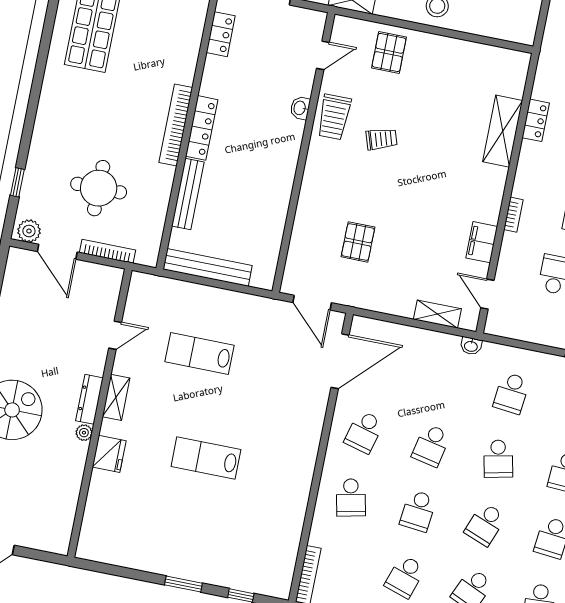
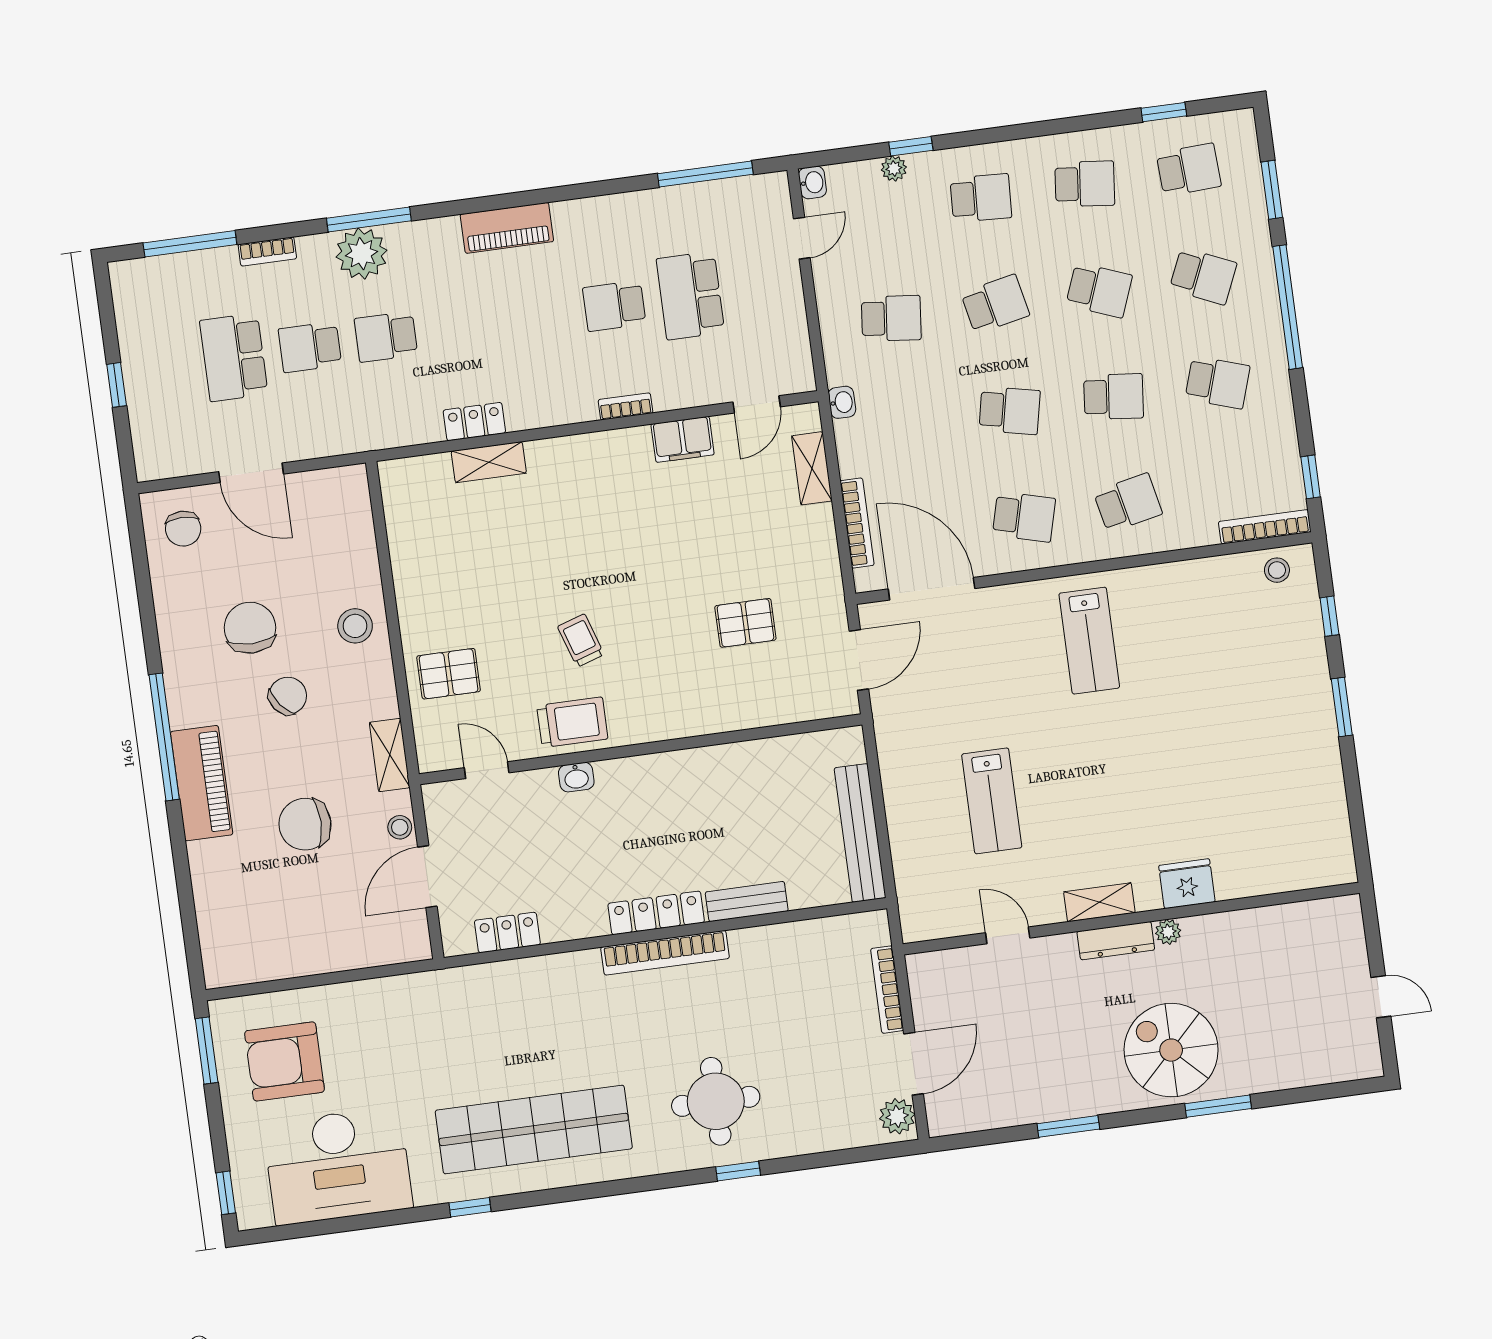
shelving: (503, 131) -> (489, 462), width x0.67, depth x0.75
window: (17, 182) -> (738, 1171), moved
round table: (99, 188) -> (716, 1101), moved
bench: (188, 194) -> (747, 902), width x0.73
bookcase: (395, 330) -> (857, 523), added
lab bench: (206, 458) -> (1089, 641), moved
stool: (279, 573) -> (1277, 570), added

